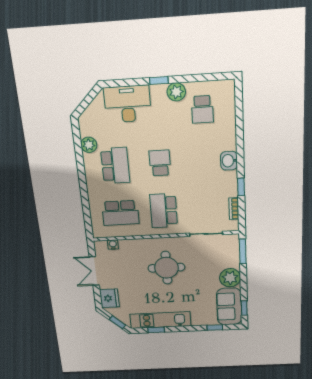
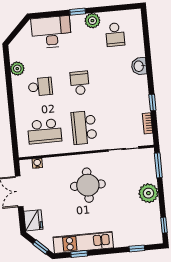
washbasin: (229, 161) -> (139, 66), moved
school desk: (115, 166) -> (40, 87), width x0.54
sofa: (229, 307) -> (149, 224), removed

